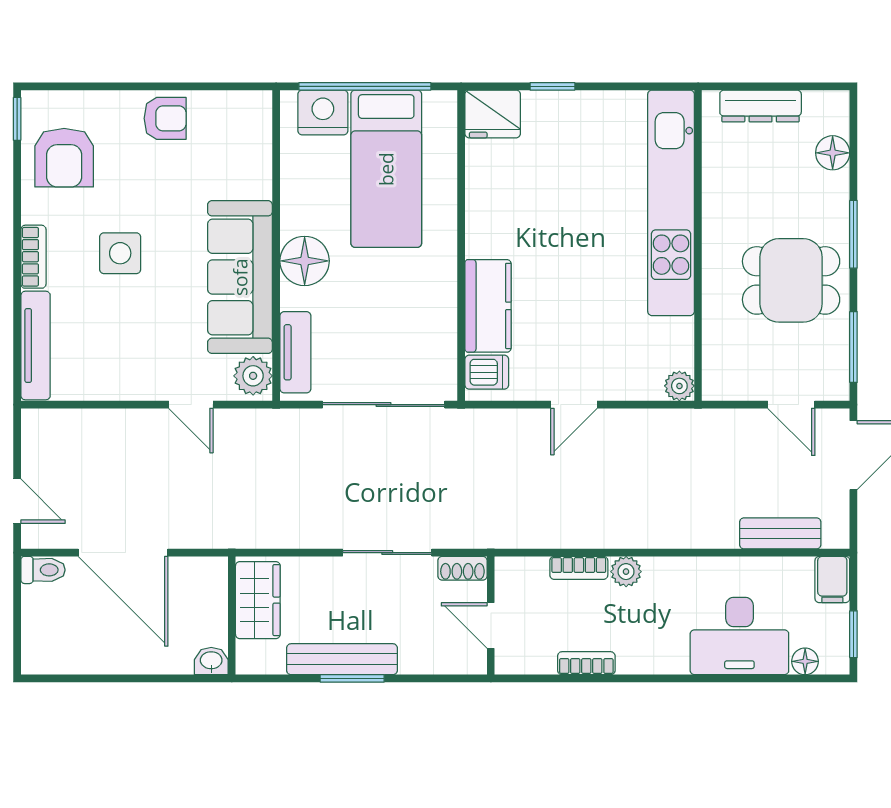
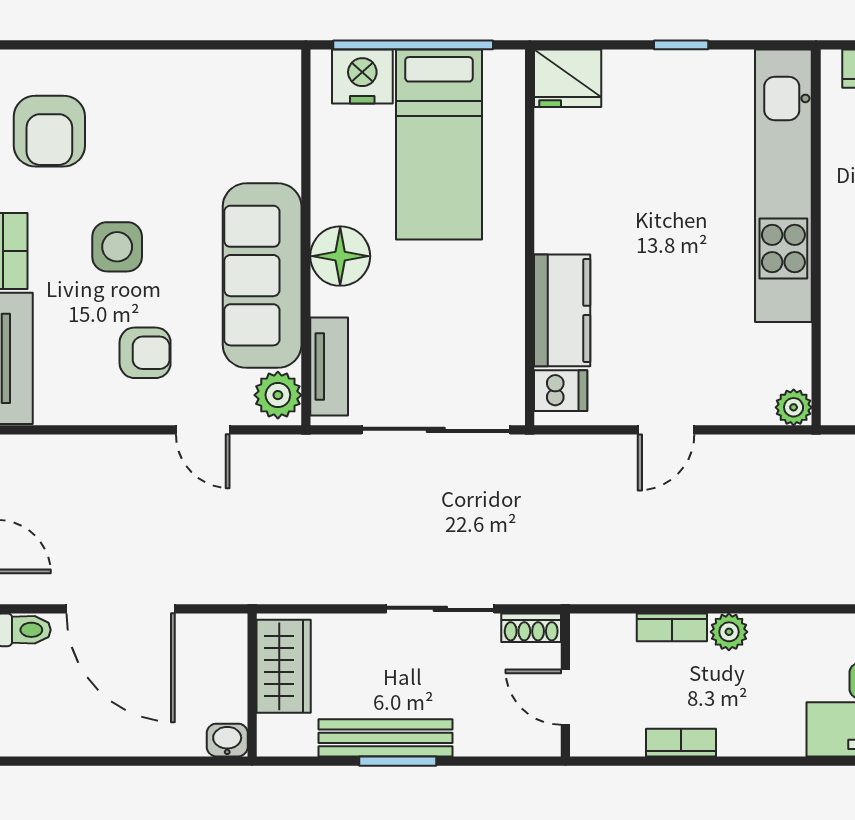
window: (552, 86) -> (681, 45), moved
armchair: (165, 118) -> (145, 353), moved

